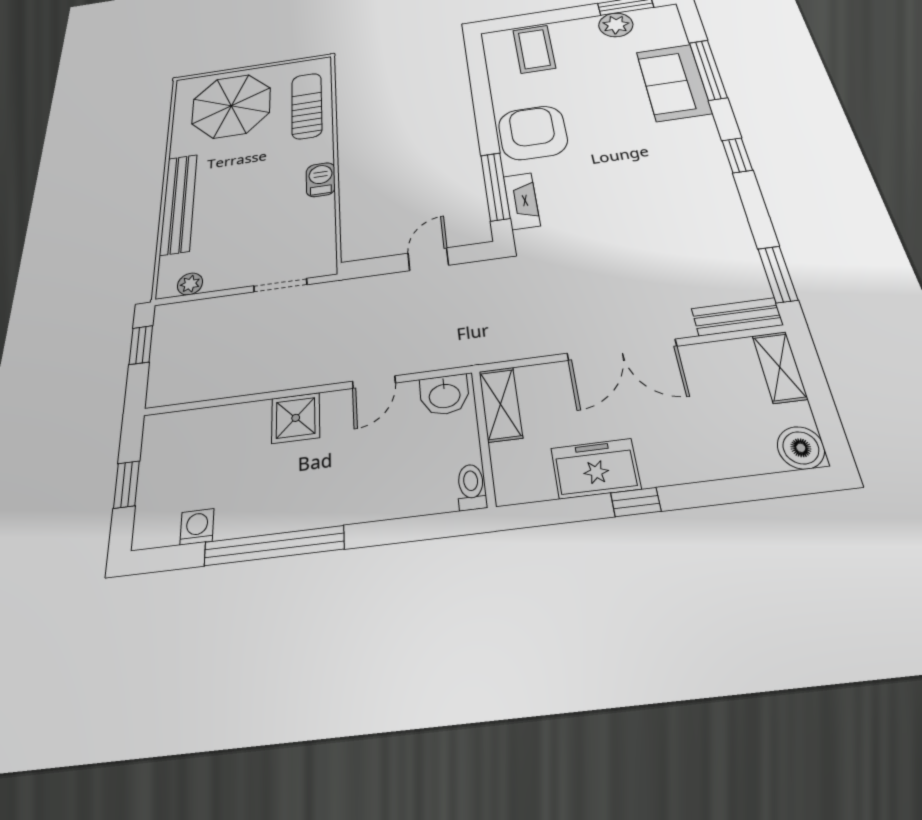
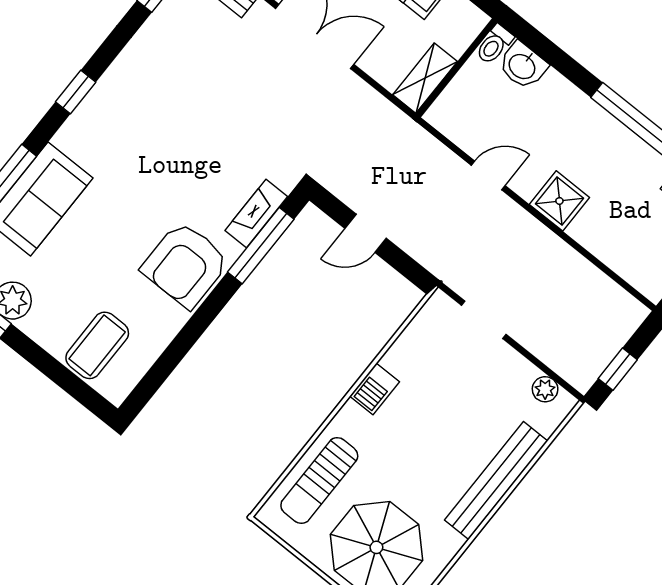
washbasin: (444, 395) -> (523, 66), moved, turned 180

